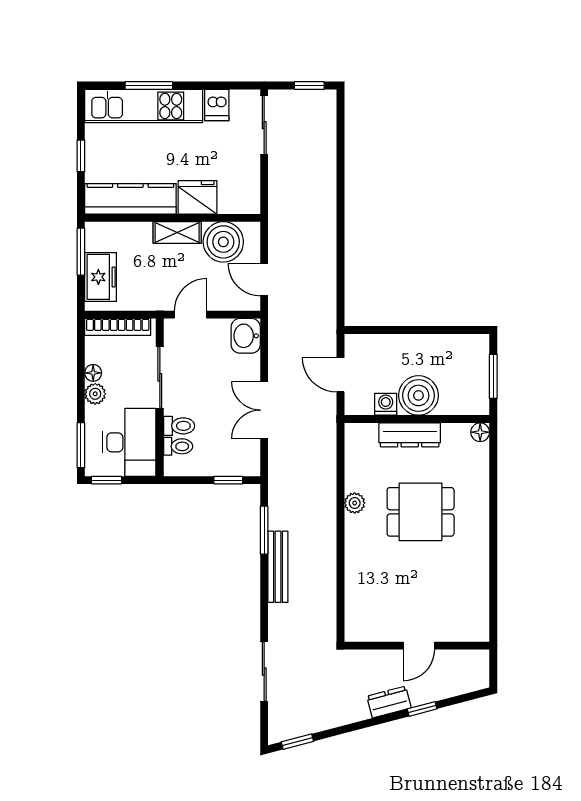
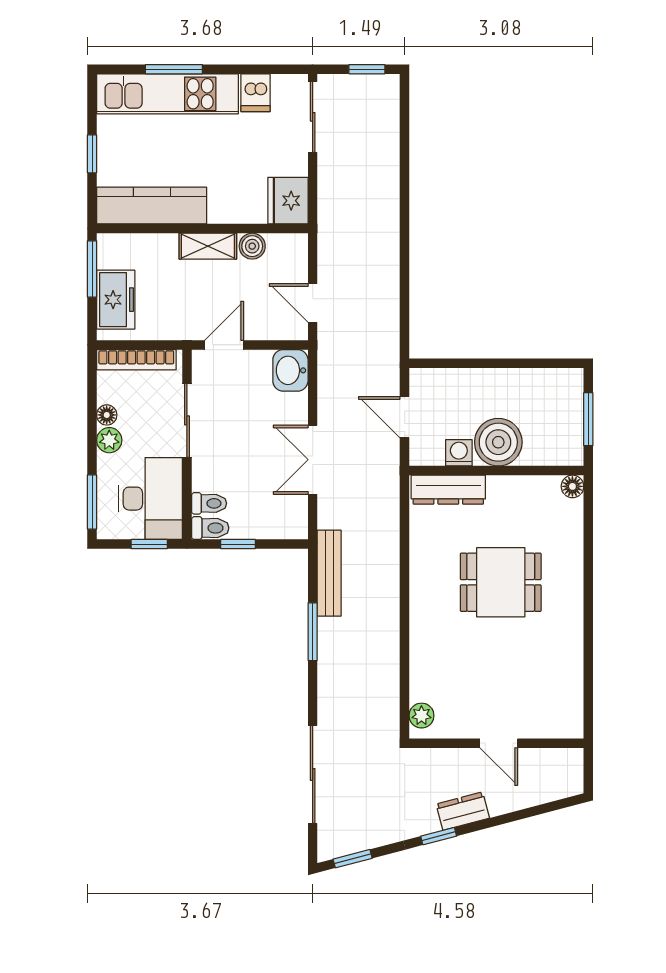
fridge: (198, 197) -> (288, 201), moved, turned -90
boiler: (223, 242) -> (252, 246), width x0.54, depth x0.54
toilet: (179, 426) -> (210, 528), moved
dresser: (410, 435) -> (448, 490), moved
window: (107, 480) -> (149, 544), moved
window: (228, 480) -> (238, 544), moved
plant: (355, 503) -> (421, 716), moved
window: (264, 530) -> (313, 632), moved
bench: (278, 567) -> (329, 573), moved
door: (419, 646) -> (499, 743), hinge flipped
sliding door: (264, 672) -> (313, 774), width x1.37
window: (422, 709) -> (439, 836), moved

